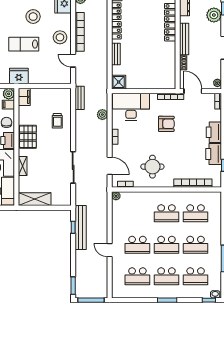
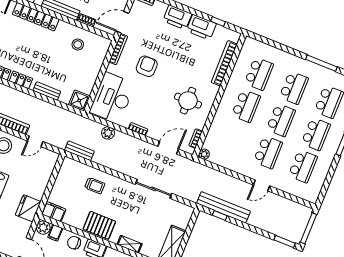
stool: (162, 63) -> (78, 44), added

